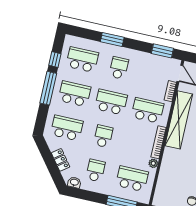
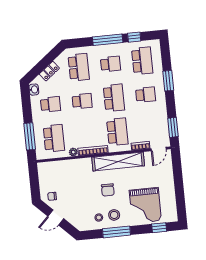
school desk: (74, 94) -> (110, 64), width x0.54

